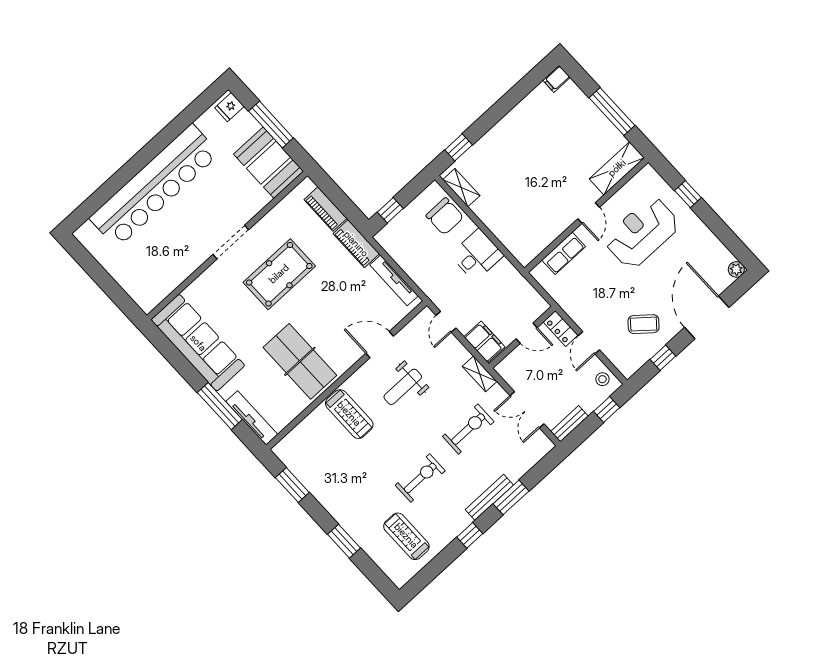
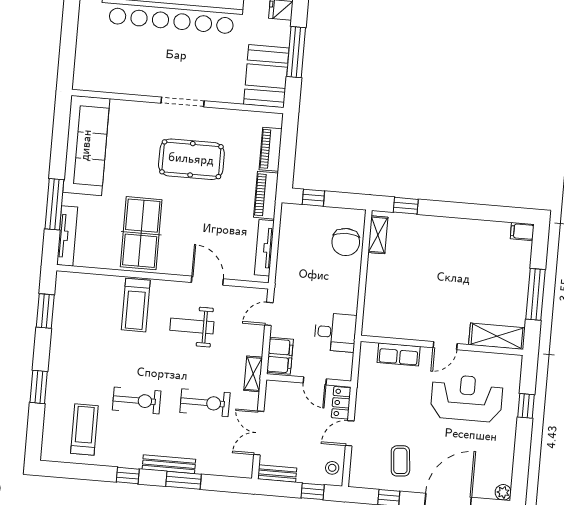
desk: (477, 255) -> (335, 332), moved
coffee table: (644, 324) -> (400, 461), turned 45

